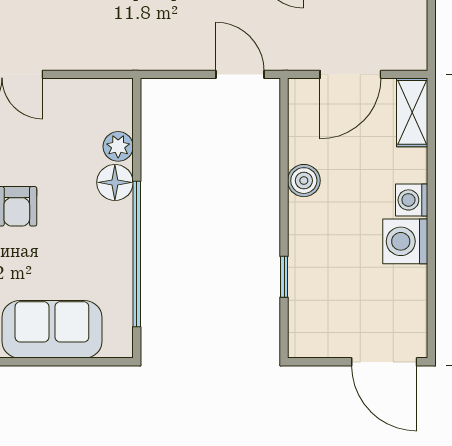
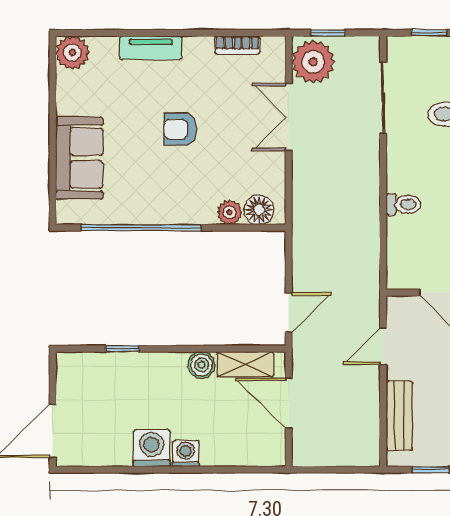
shelving: (412, 112) -> (246, 364), moved
floor lamp: (115, 182) -> (259, 210), moved

